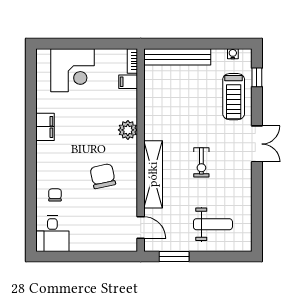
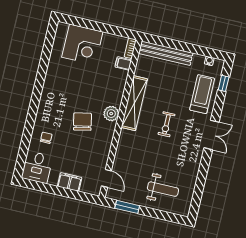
treadmill: (234, 97) -> (202, 94), turned 180
filing cabinet: (45, 127) -> (70, 182), moved, turned -90
plant: (128, 130) -> (111, 114), moved
exercise bike: (201, 162) -> (166, 124), moved
shelving: (153, 174) -> (134, 103), moved
chair: (103, 176) -> (82, 122), moved

